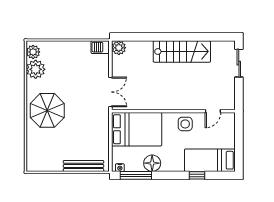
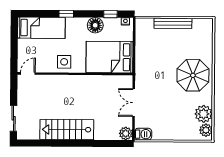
double door: (110, 92) -> (134, 103), moved
door: (213, 111) -> (28, 73), moved
bench: (83, 166) -> (173, 23), moved
window: (136, 175) -> (110, 14), width x0.46
window: (197, 175) -> (66, 14), moved

